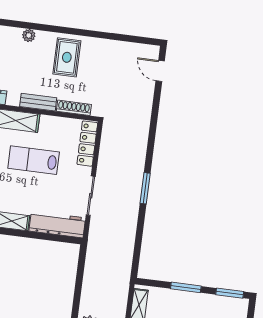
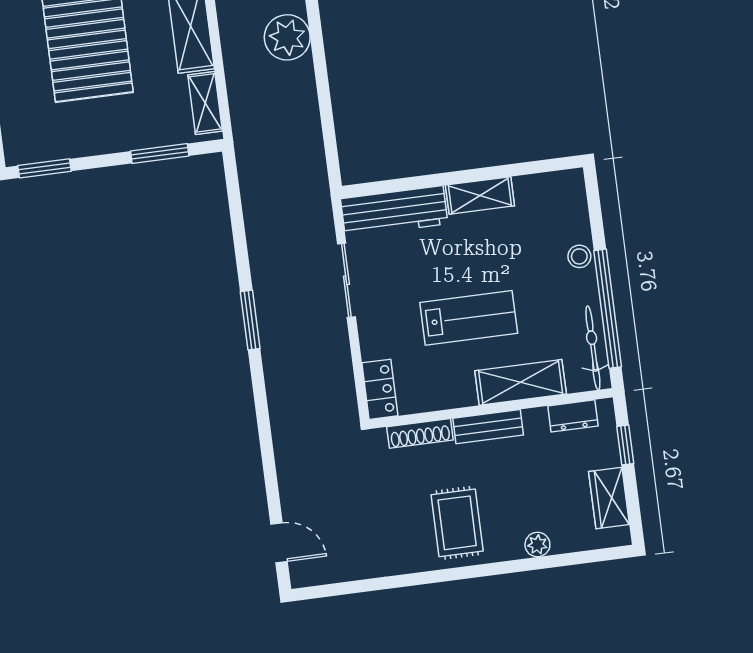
locker: (87, 144) -> (380, 389), width x0.66
window: (186, 287) -> (160, 153), moved

